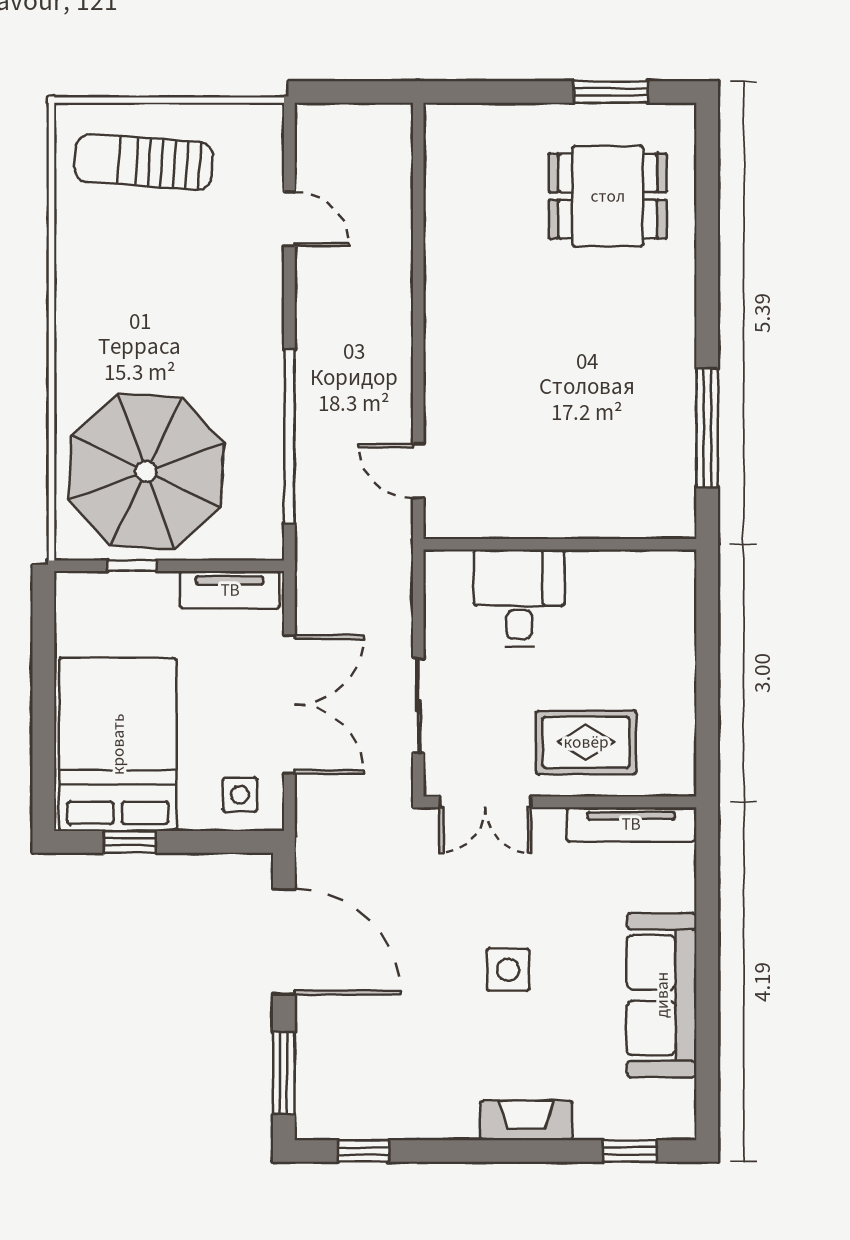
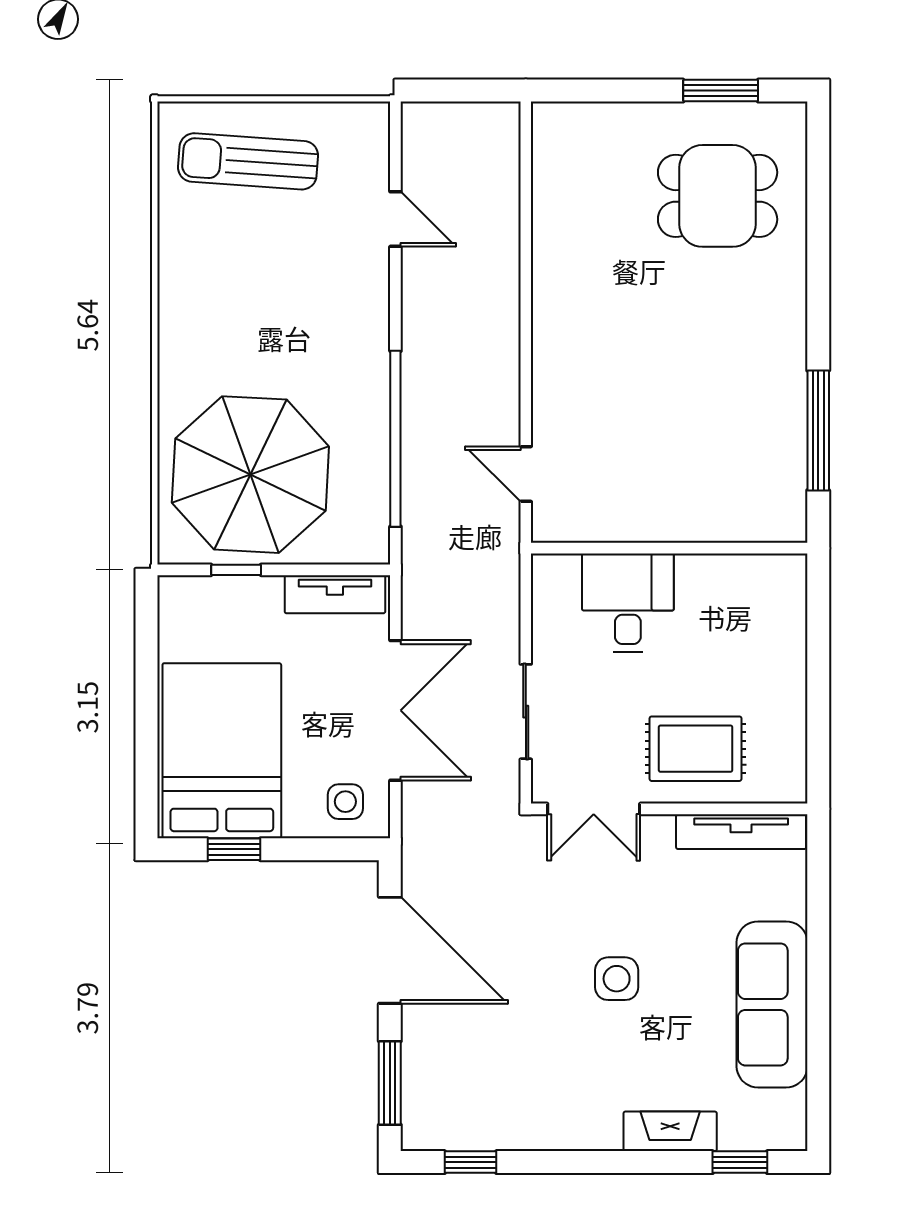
fireplace: (526, 1121) -> (670, 1131), moved

